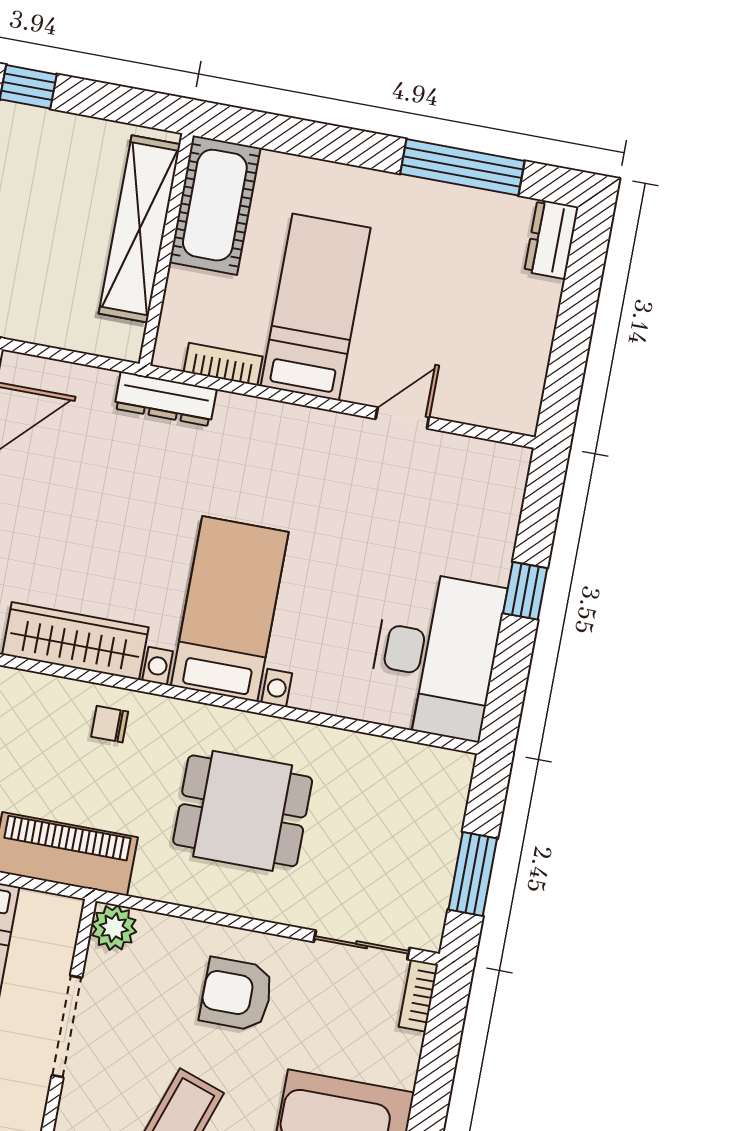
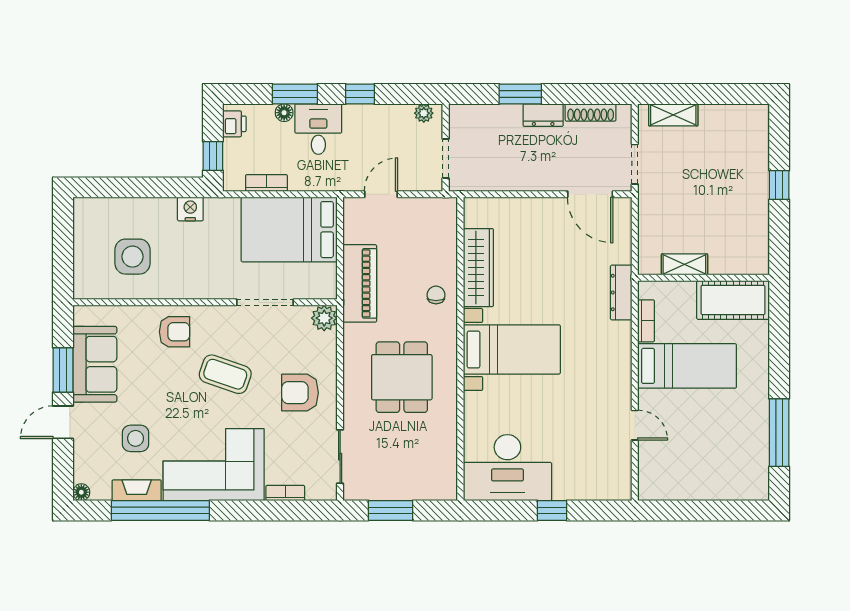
shelving: (140, 229) -> (684, 264), width x0.45, depth x0.75
dresser: (551, 239) -> (749, 489), removed
armchair: (237, 994) -> (300, 393), turned -90
bookcase: (418, 996) -> (285, 493), moved

